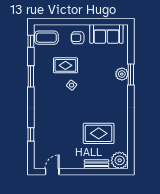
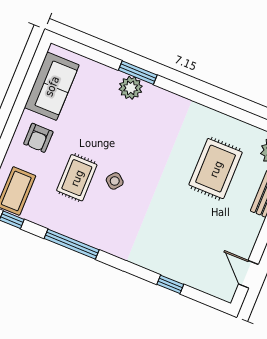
window: (31, 76) -> (72, 244), width x1.44

